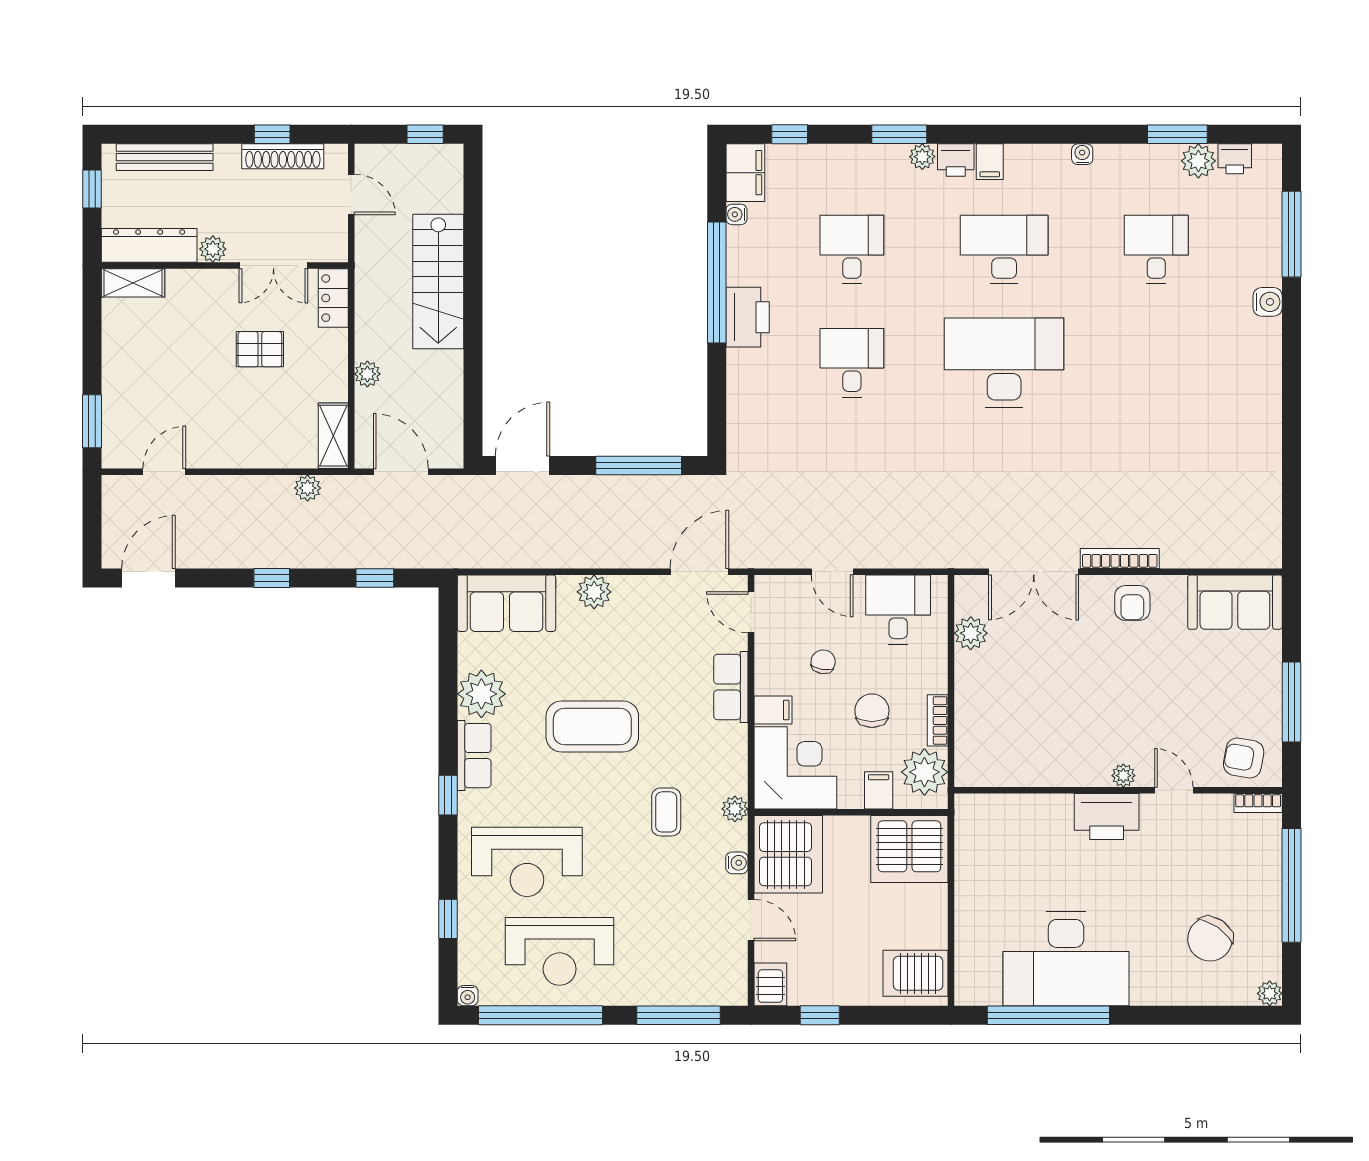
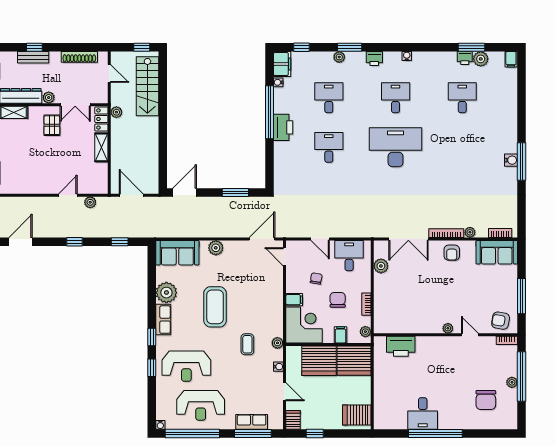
window: (272, 134) -> (34, 47), moved
water cooler: (1082, 154) -> (407, 56), moved
bench: (165, 157) -> (33, 57), width x0.73
plant: (922, 157) -> (339, 57), moved
printer: (1235, 159) -> (465, 58), moved
filing cabinet: (990, 162) -> (511, 59), moved
window: (1291, 234) -> (522, 162), moved
desk: (1004, 250) -> (396, 98), width x0.73
stairs: (438, 281) -> (147, 86), moved
water cooler: (1268, 302) -> (511, 160), moved
pallet: (260, 349) -> (52, 125), moved, turned 90
plant: (367, 374) -> (116, 112), moved
shelving: (333, 436) -> (101, 147), moved
window: (639, 465) -> (235, 192), width x0.69
door: (164, 472) -> (68, 195), moved
plant: (1174, 556) -> (470, 232), added
bookcase: (1242, 558) -> (500, 233), added
row of seats: (731, 687) -> (252, 422), moved, turned 90
coffee table: (592, 727) -> (215, 307), turned 90
plant: (924, 772) -> (365, 332), width x0.53, depth x0.53
printer: (1107, 817) -> (401, 346), moved
server rack: (788, 854) -> (319, 361), moved, turned 90
window: (448, 919) -> (152, 368), moved
chair: (1210, 939) -> (486, 400), turned -35
desk: (1066, 959) -> (423, 413), width x0.53, depth x0.77
plant: (1270, 993) -> (512, 382), moved
window: (1048, 1015) -> (435, 433), moved

